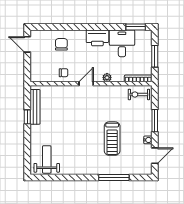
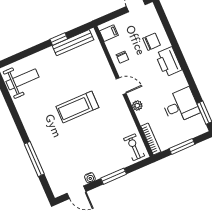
printer: (97, 38) -> (169, 62), moved
filing cabinet: (40, 75) -> (109, 33), added
treadmill: (112, 139) -> (77, 107), moved

